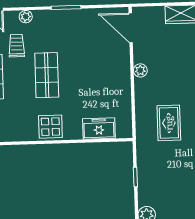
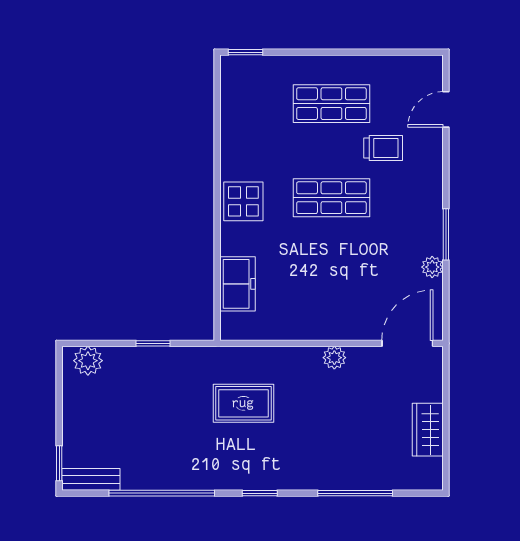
plant: (26, 17) -> (432, 267), moved

